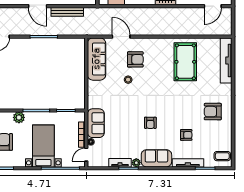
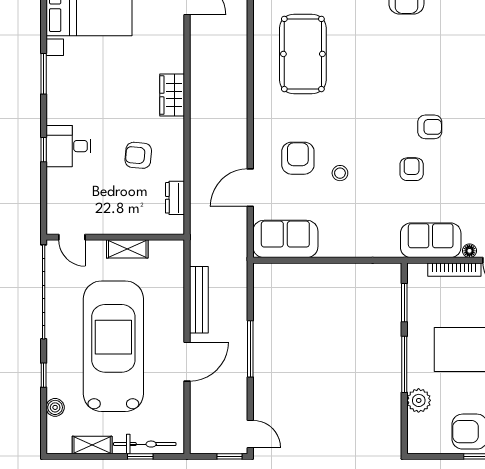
sofa: (96, 59) -> (285, 239), width x0.73
pool table: (185, 62) -> (303, 54), turned 90
armchair: (186, 135) -> (412, 169), moved

